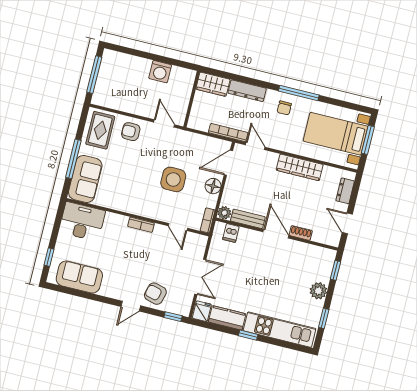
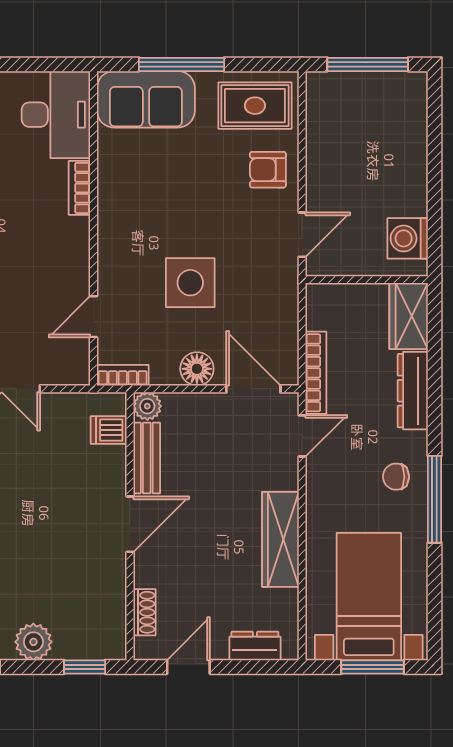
washing machine: (160, 72) -> (408, 238), moved
armchair: (131, 132) -> (268, 170), turned -90
bookcase: (141, 225) -> (79, 188), moved
shoe rack: (301, 233) -> (144, 612), moved

